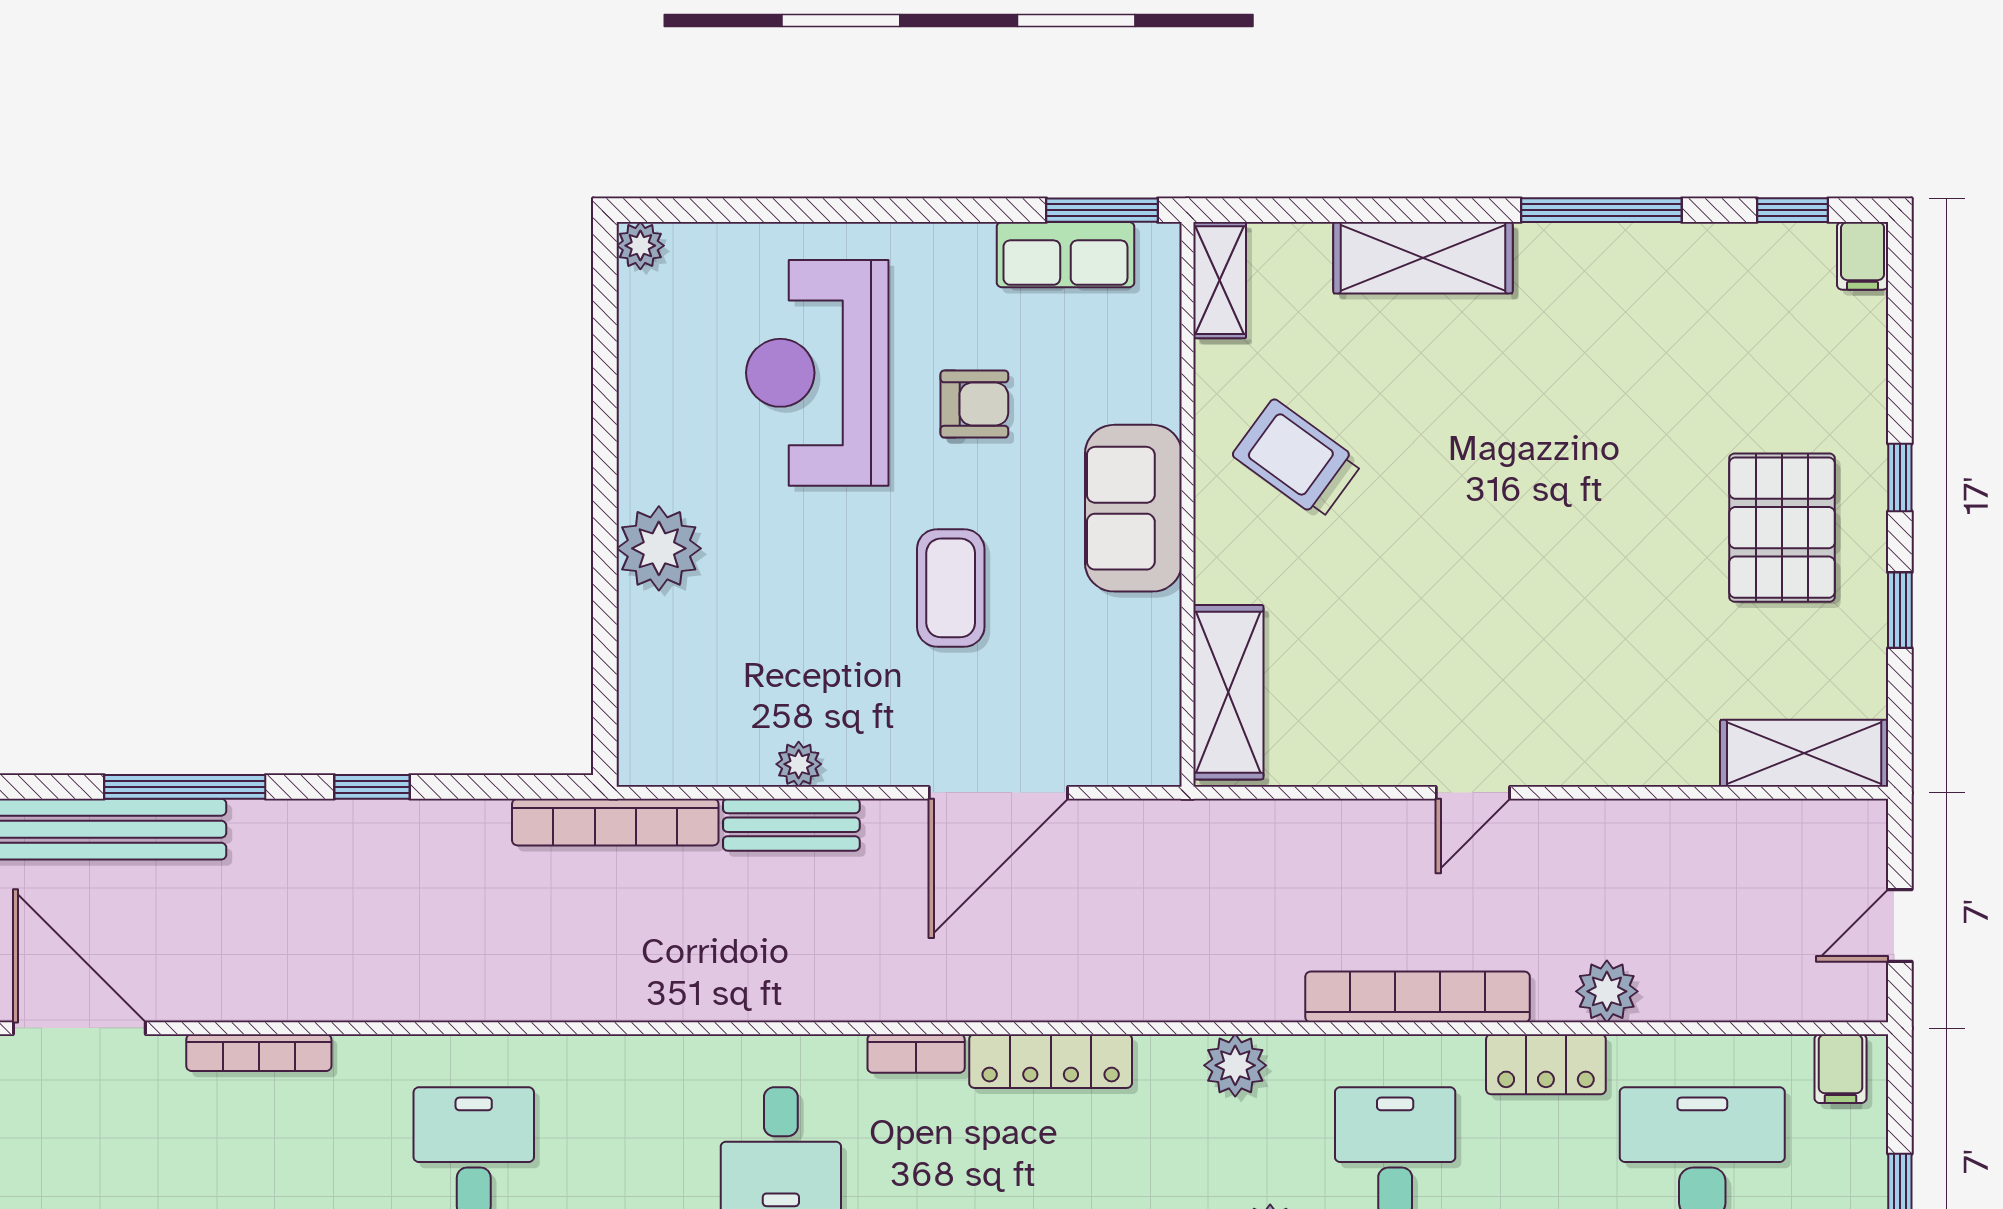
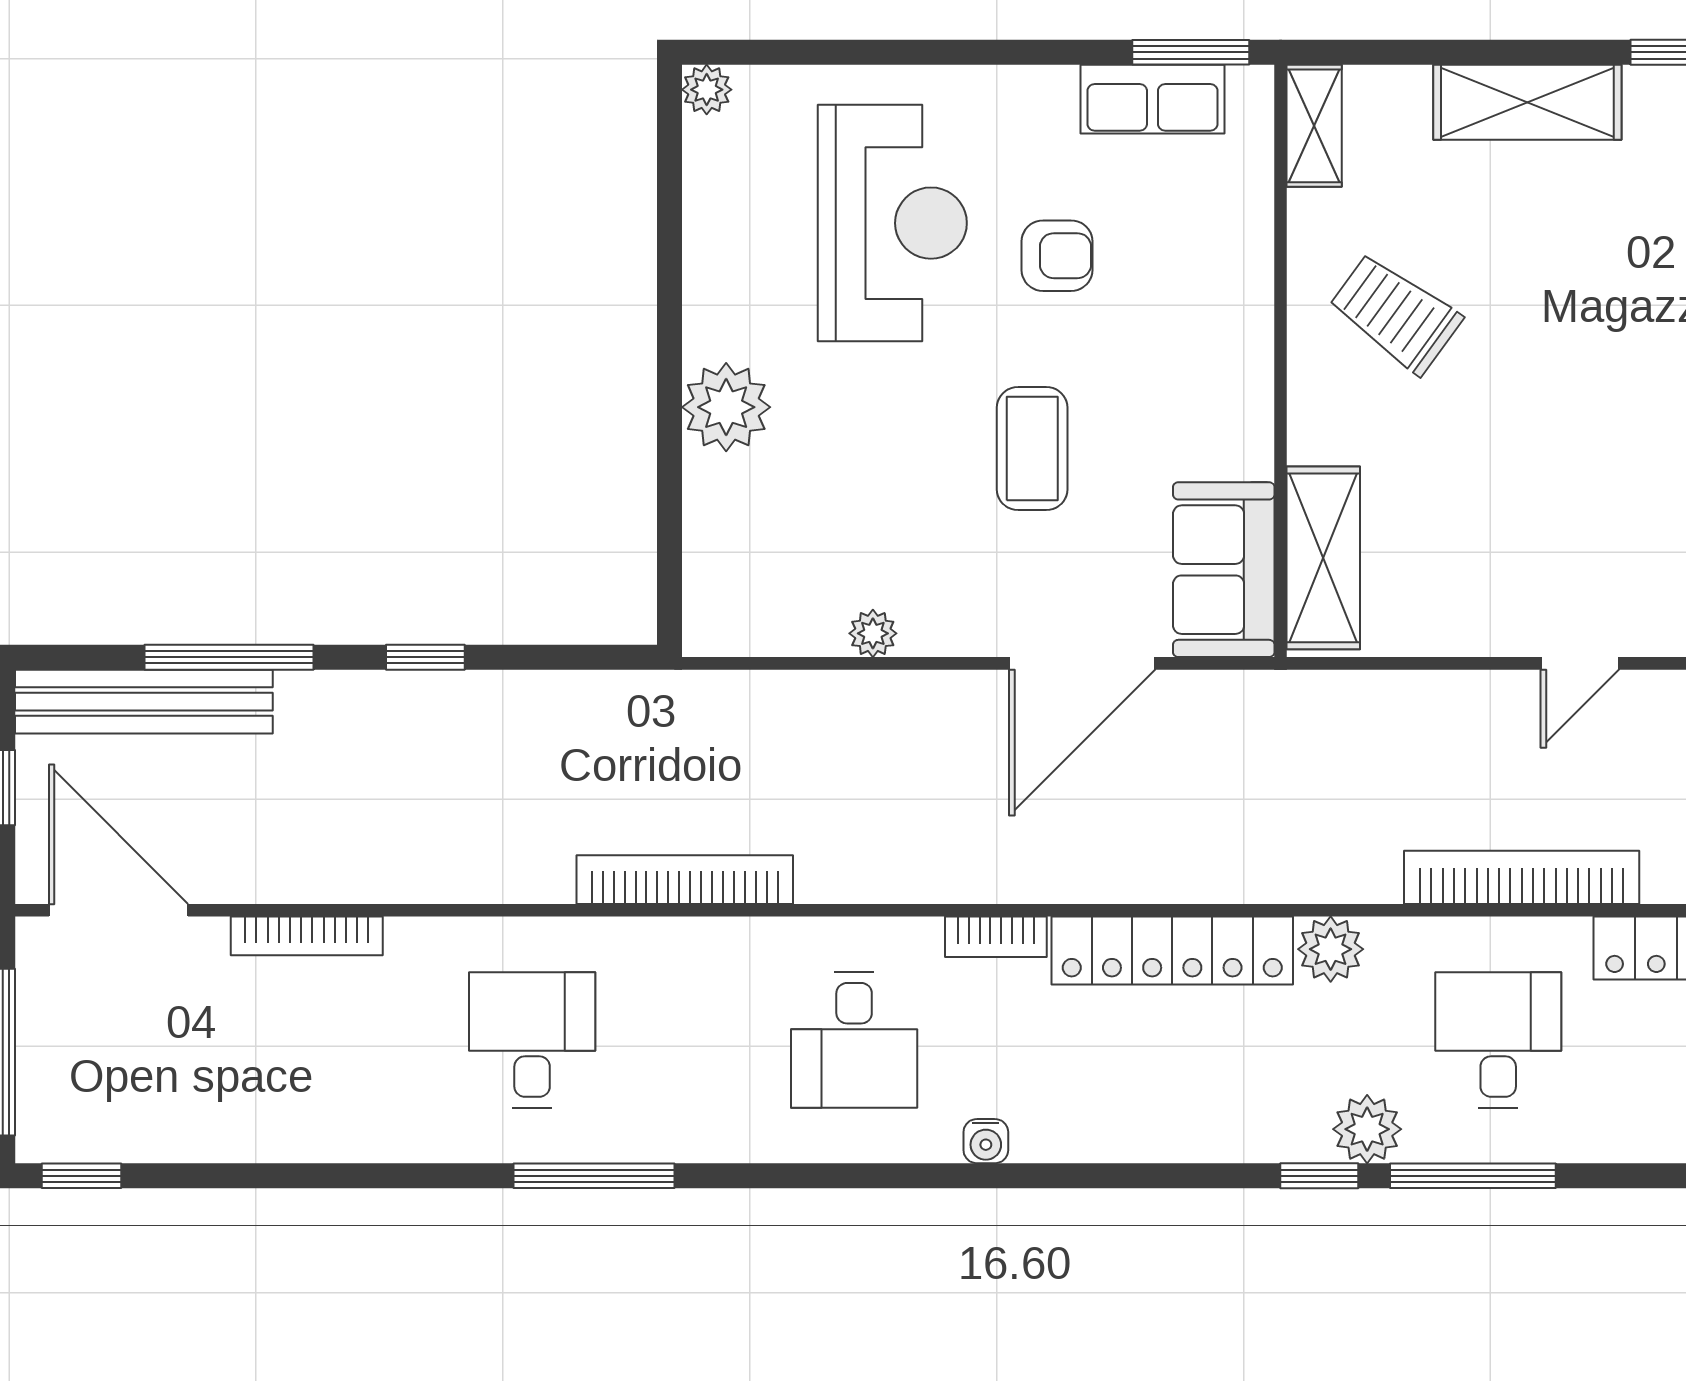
reception desk: (817, 373) -> (892, 223), turned 180
sofa: (1133, 508) -> (1224, 570), moved
bookcase: (615, 822) -> (685, 880), moved, turned 180
bench: (791, 825) -> (865, 697), removed
locker: (1051, 1061) -> (1172, 951), width x1.41, depth x1.21

